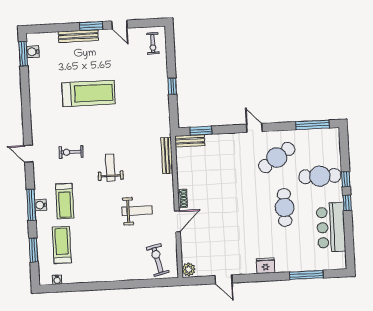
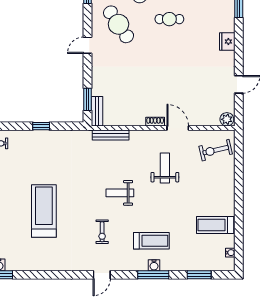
cafe table: (285, 207) -> (169, 19), width x0.73, depth x0.74
treadmill: (62, 245) -> (215, 225), moved

